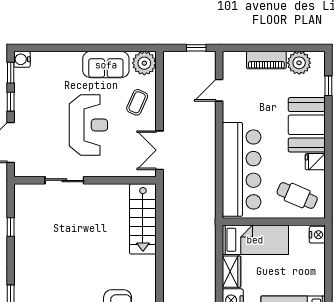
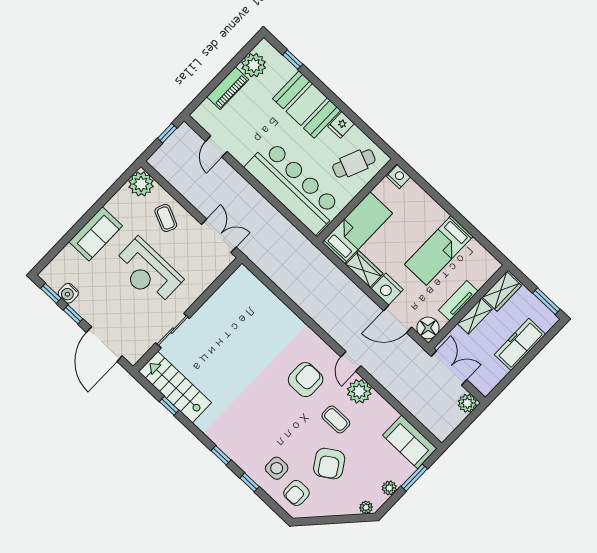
water cooler: (22, 59) -> (68, 293), moved
sofa: (106, 65) -> (96, 234), moved
reception desk: (88, 125) -> (148, 272), turned 180
double door: (160, 150) -> (219, 236), swing flipped
stairs: (143, 219) -> (175, 387), moved, turned 180

